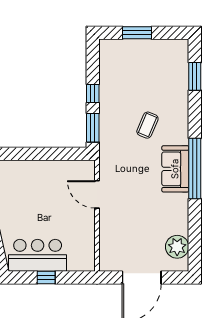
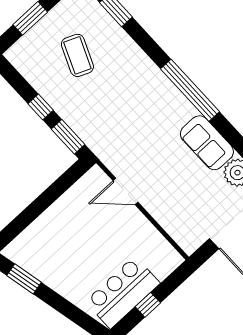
coffee table: (147, 125) -> (77, 55), moved, width x1.36, depth x1.30
sofa: (175, 169) -> (207, 143), moved

